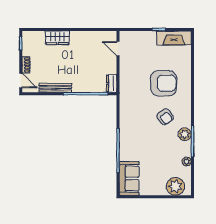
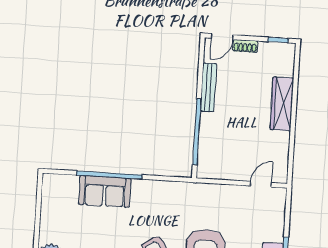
wardrobe: (57, 38) -> (282, 104), width x1.50
dresser: (112, 83) -> (210, 172), removed
sofa: (129, 178) -> (105, 191), moved

